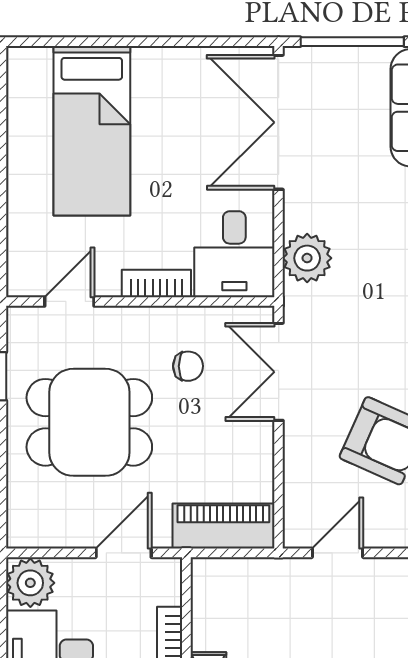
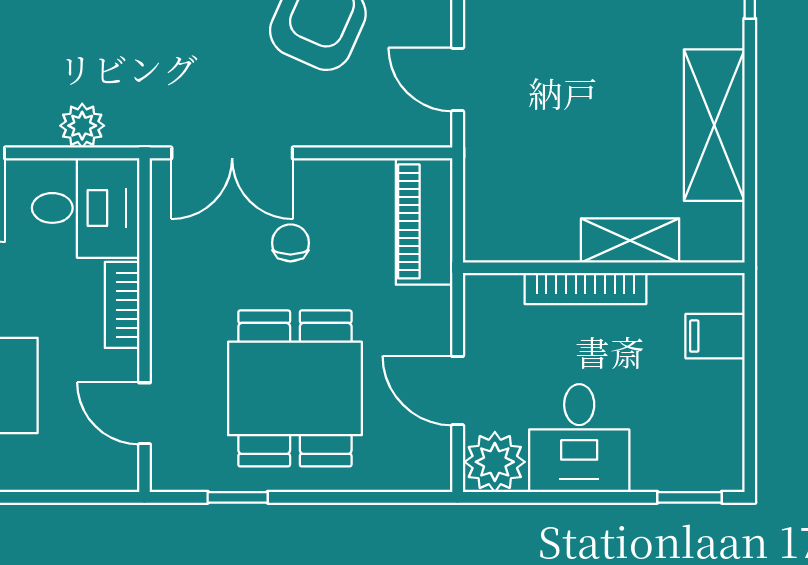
plant: (307, 258) -> (82, 126), width x0.73, depth x0.73
chair: (188, 366) -> (290, 243), moved
door: (124, 553) -> (458, 391), moved

